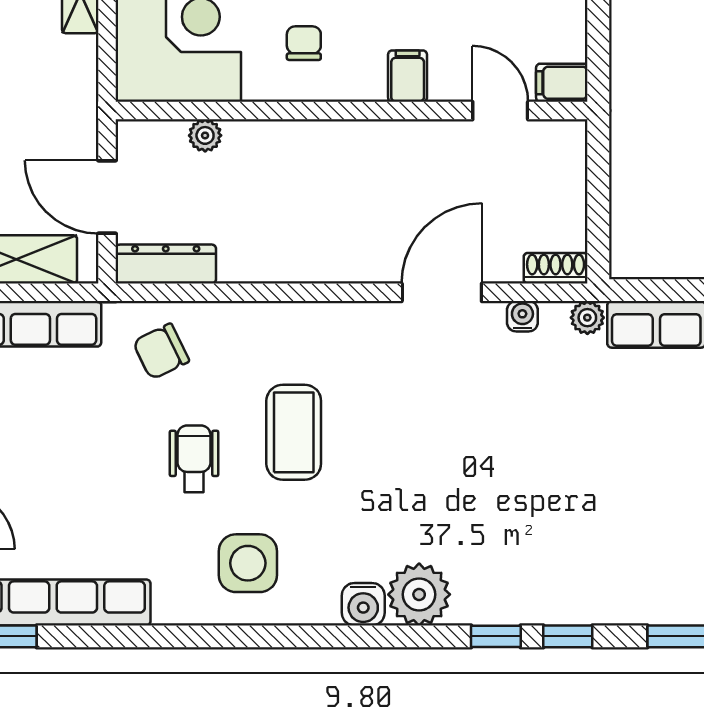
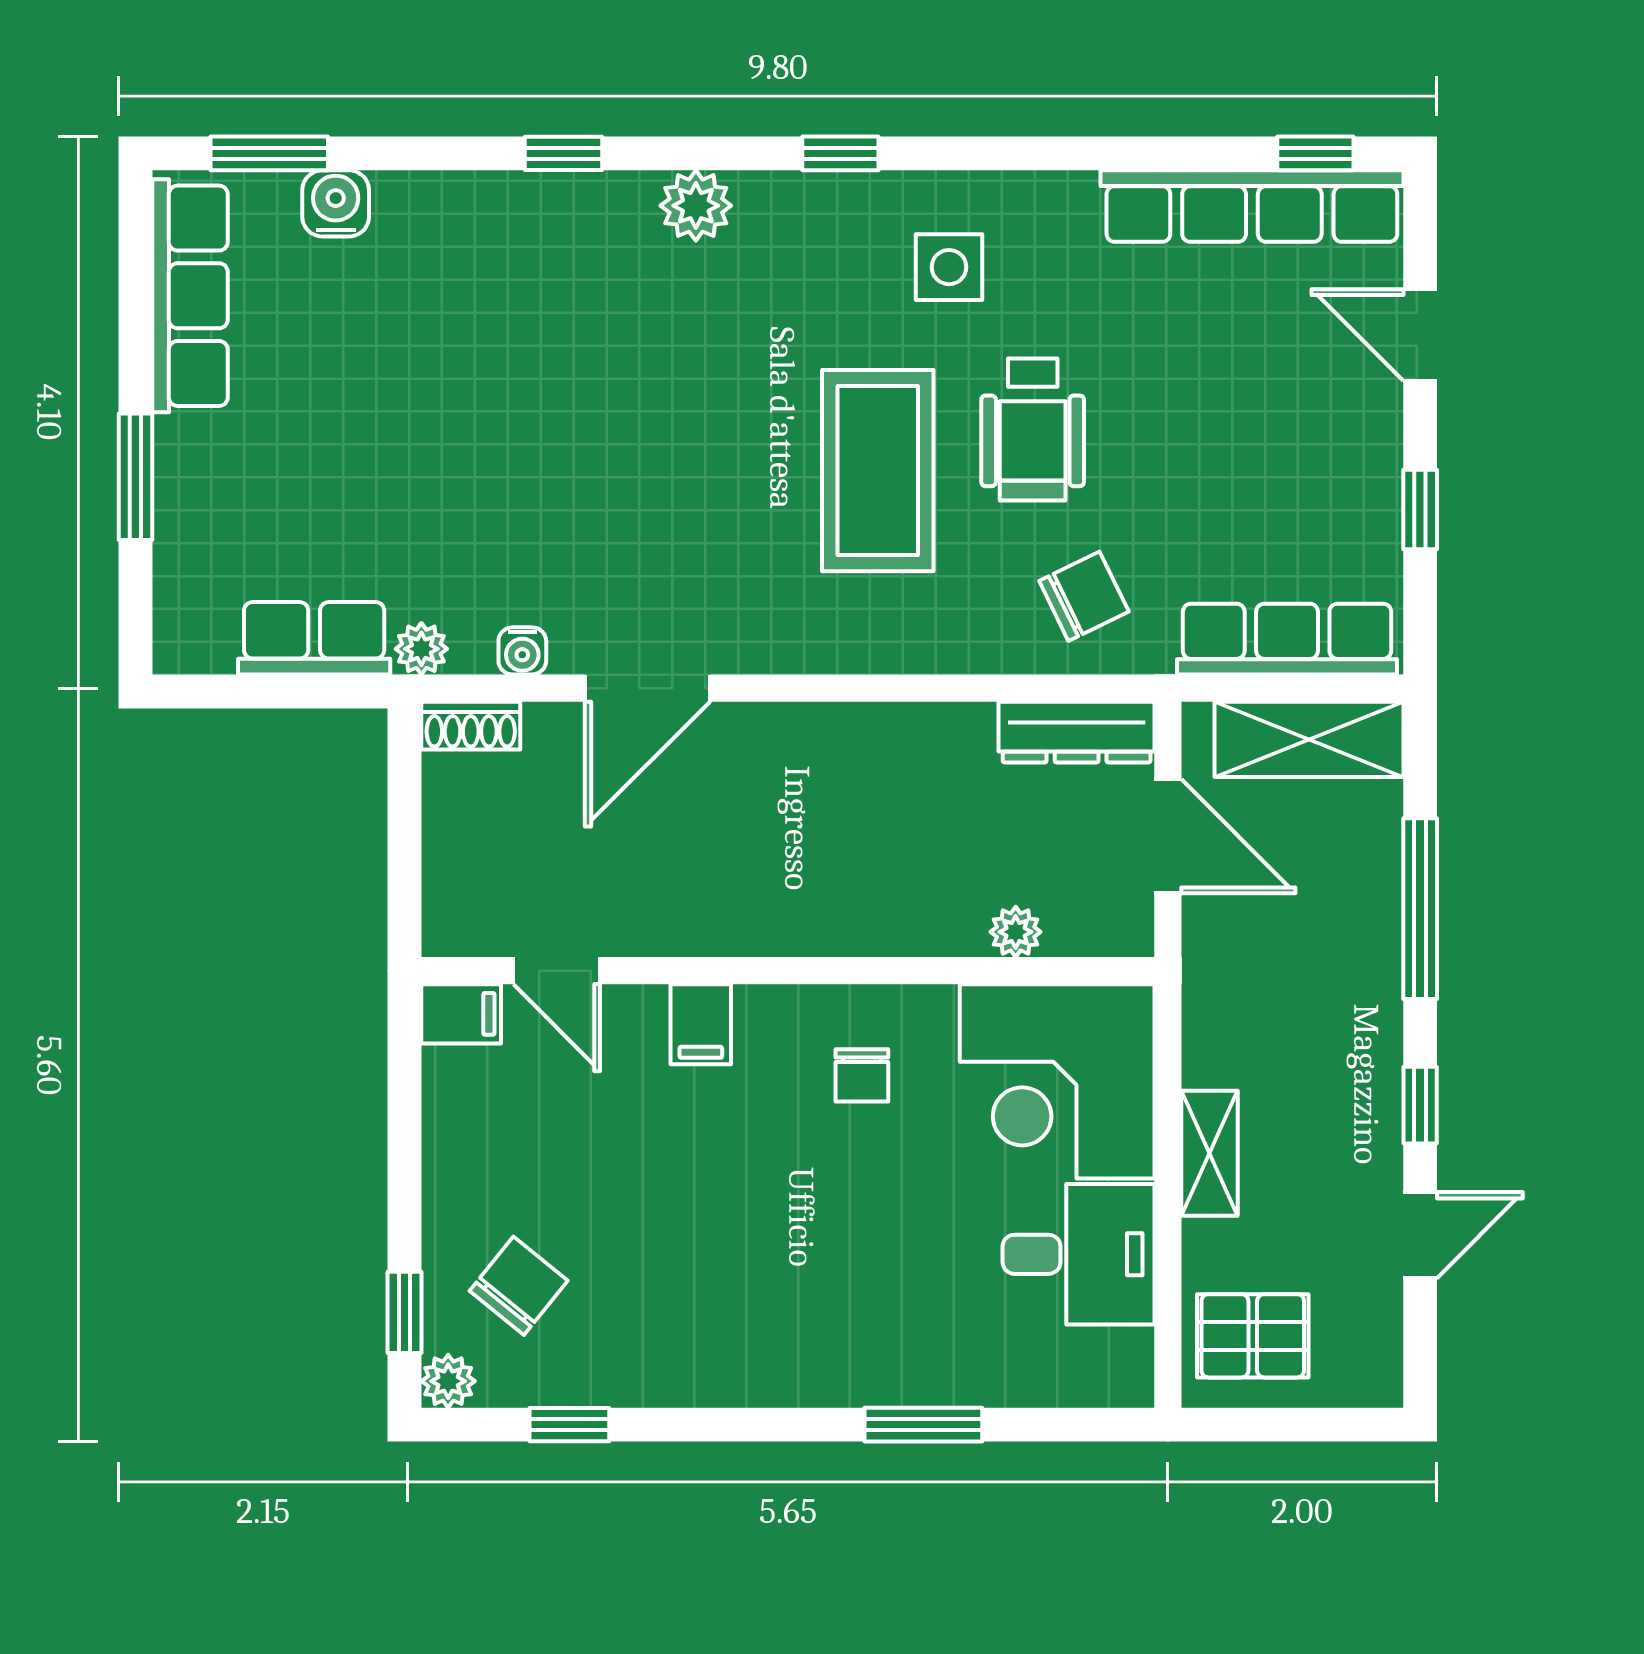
coffee table: (294, 432) -> (878, 471), width x1.36, depth x1.32
wheelchair: (194, 459) -> (1033, 430), width x1.36, depth x1.37
side table: (248, 563) -> (949, 267), width x0.73, depth x0.73
plant: (419, 594) -> (696, 206), width x0.73, depth x0.73
water cooler: (363, 604) -> (336, 203), moved
window: (568, 636) -> (840, 153), moved

